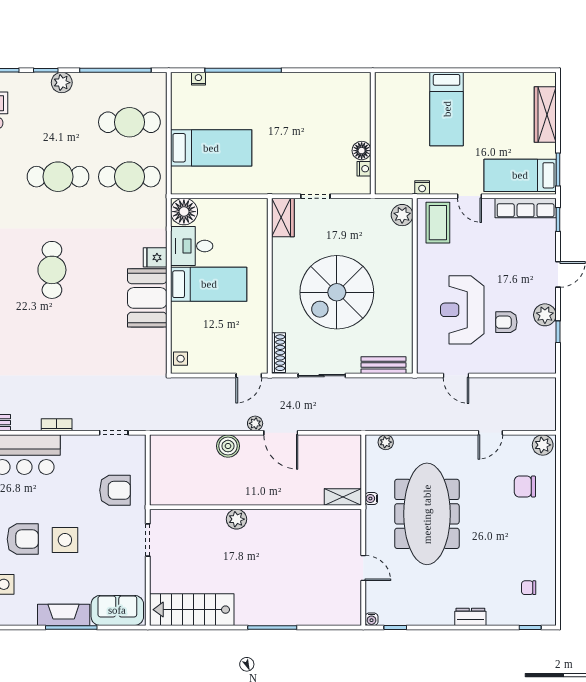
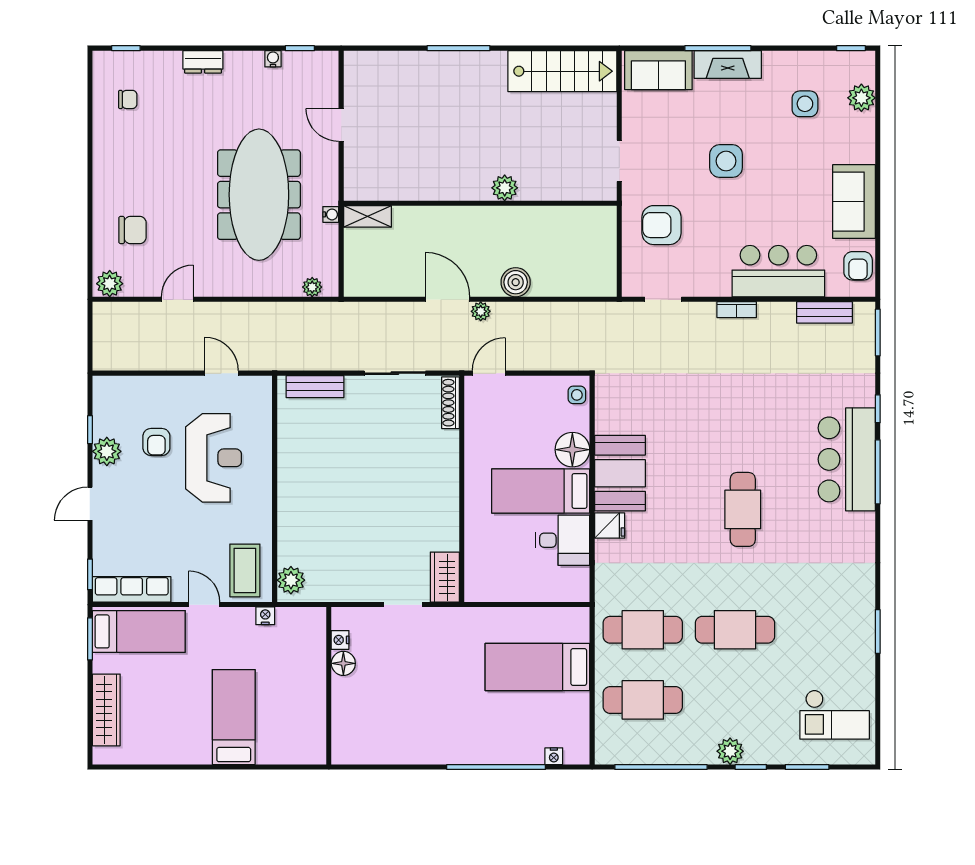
floor lamp: (184, 212) -> (572, 450), moved
spiral stairs: (337, 292) -> (375, 481), removed
armchair: (506, 322) -> (156, 442), turned 90
armchair: (23, 539) -> (780, 162), removed
water cooler: (371, 619) -> (273, 59), moved

